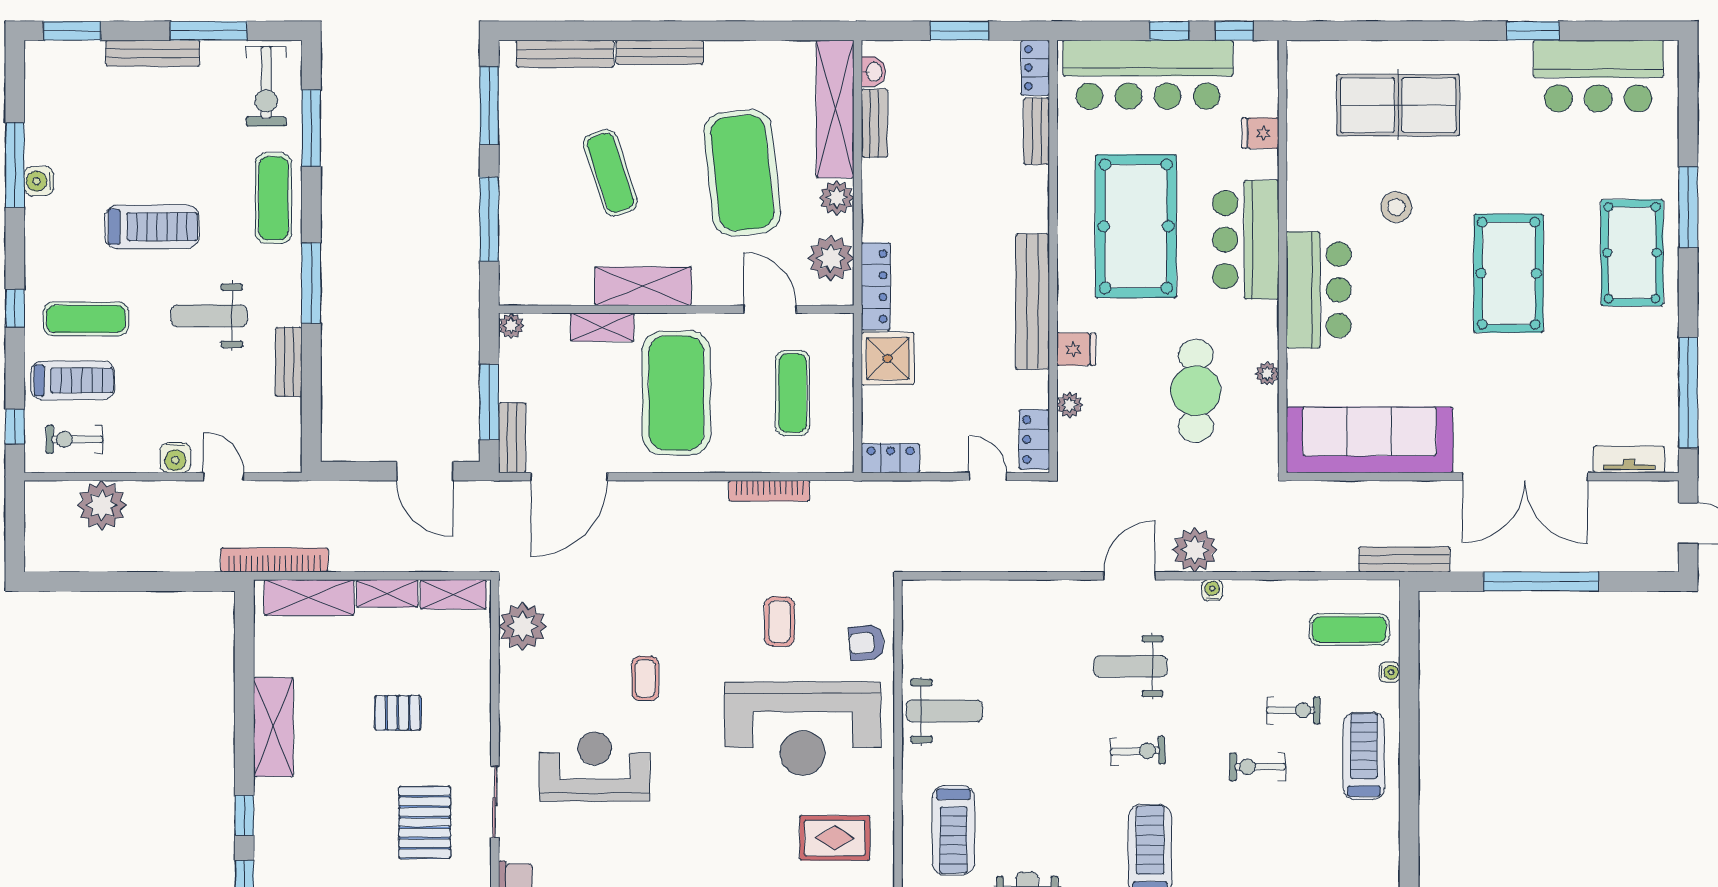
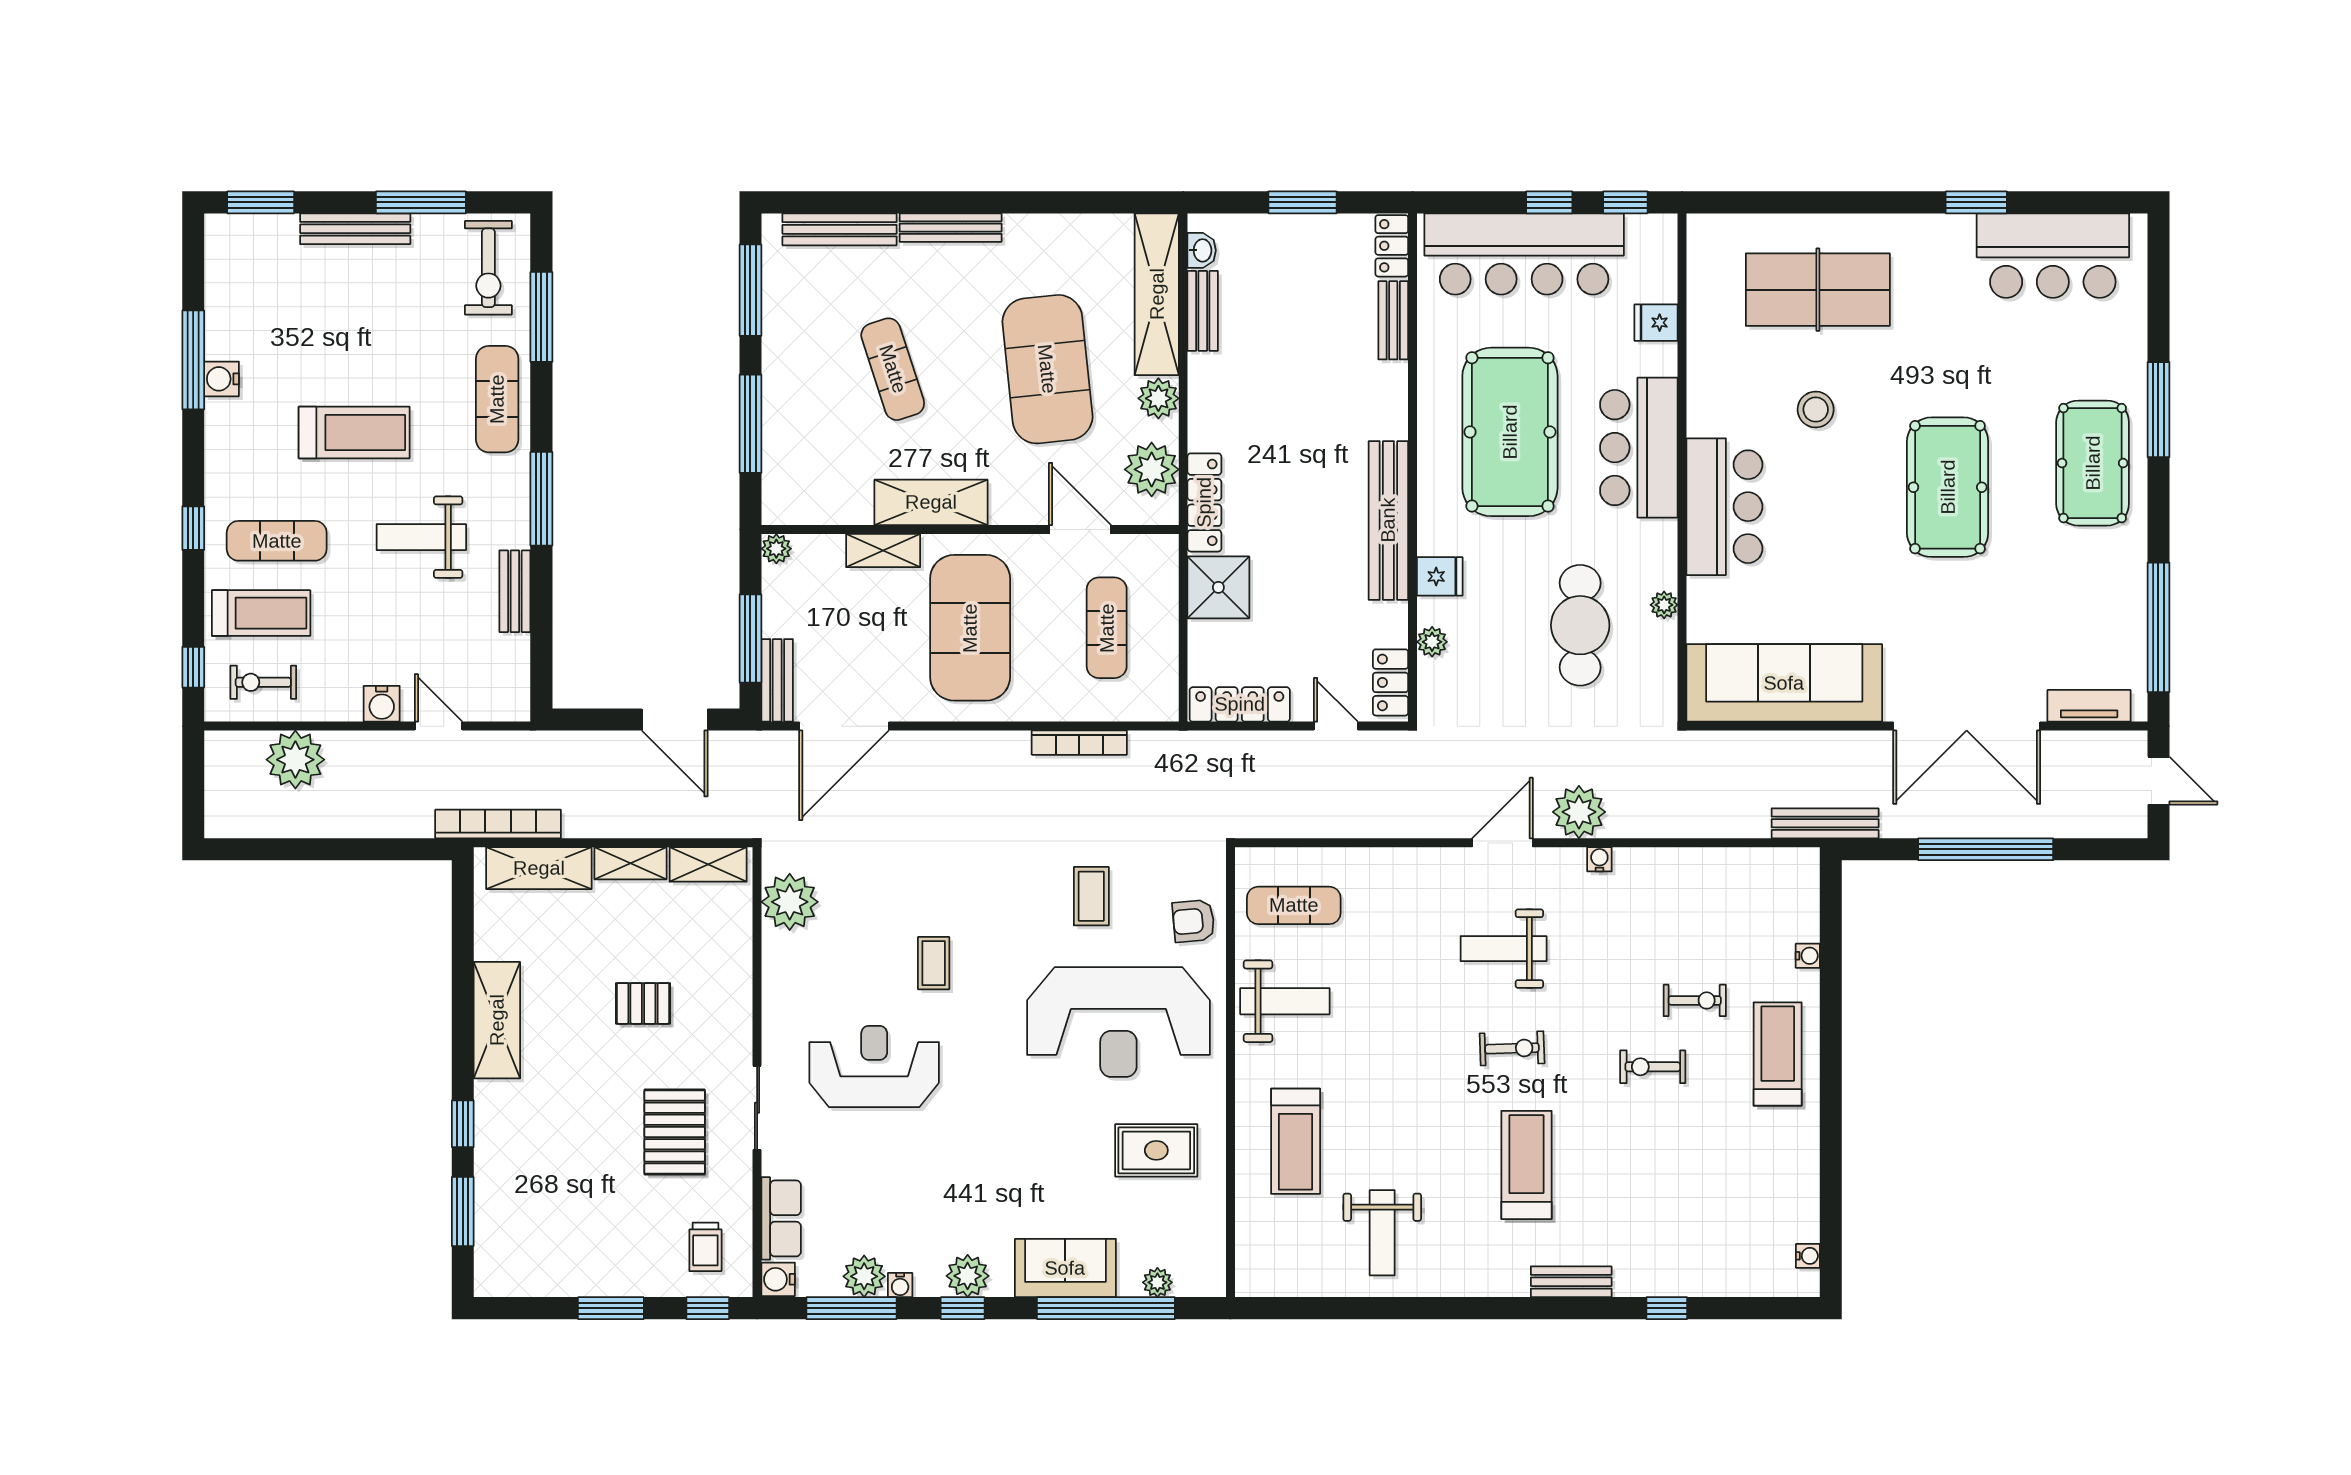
locker: (891, 458) -> (1240, 704), width x1.53
exercise mat: (1349, 630) -> (1294, 905), moved

